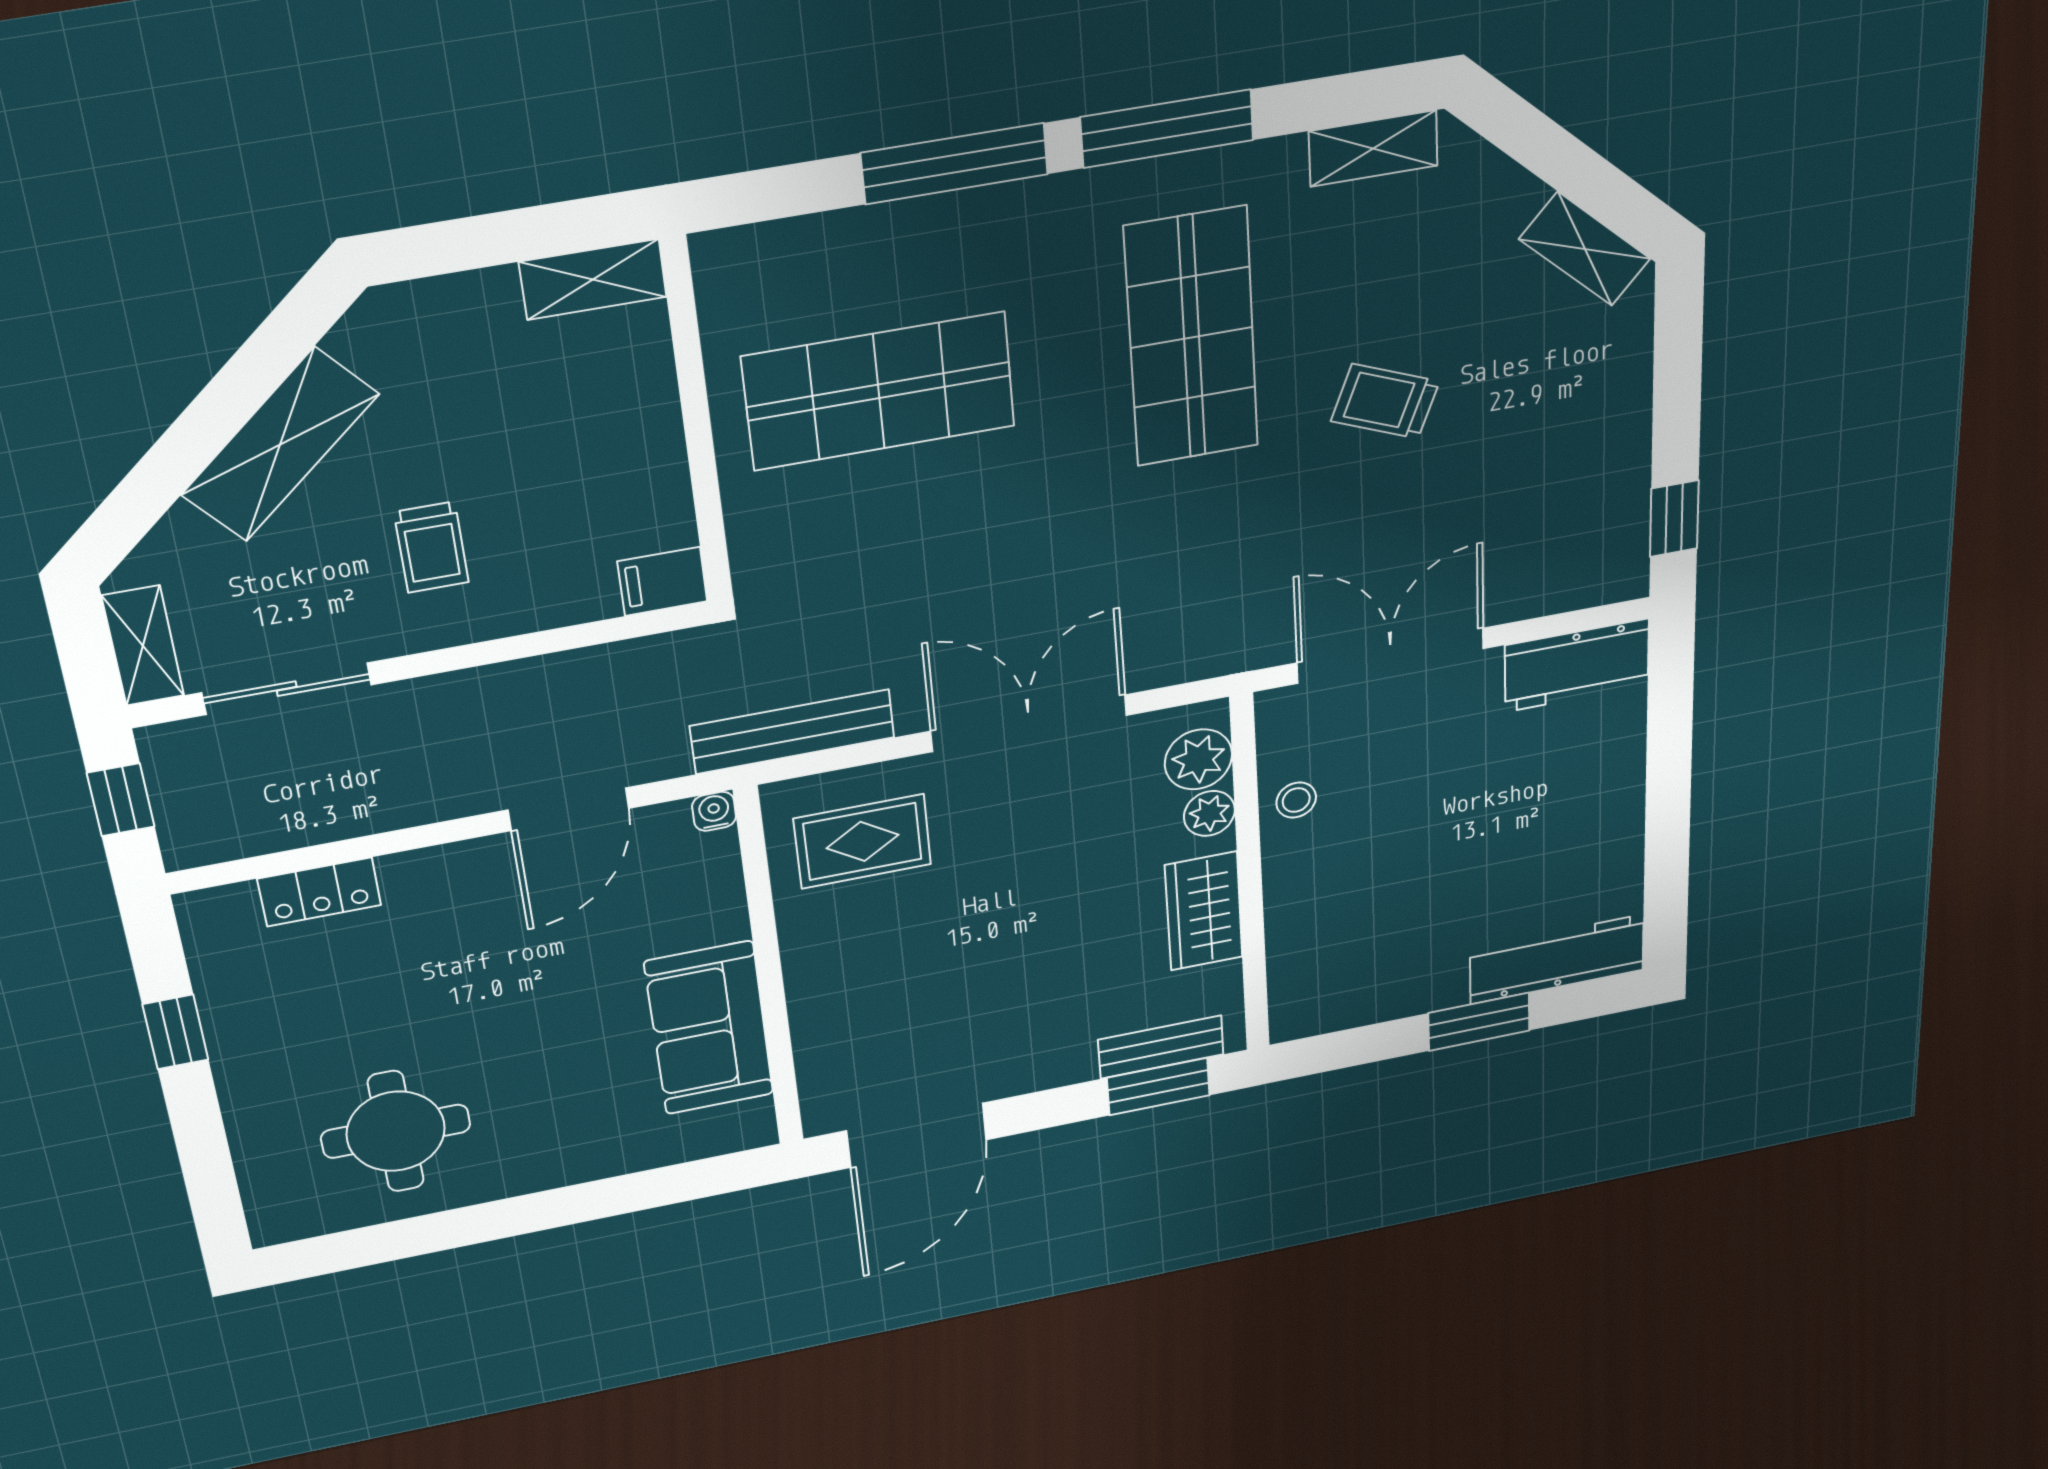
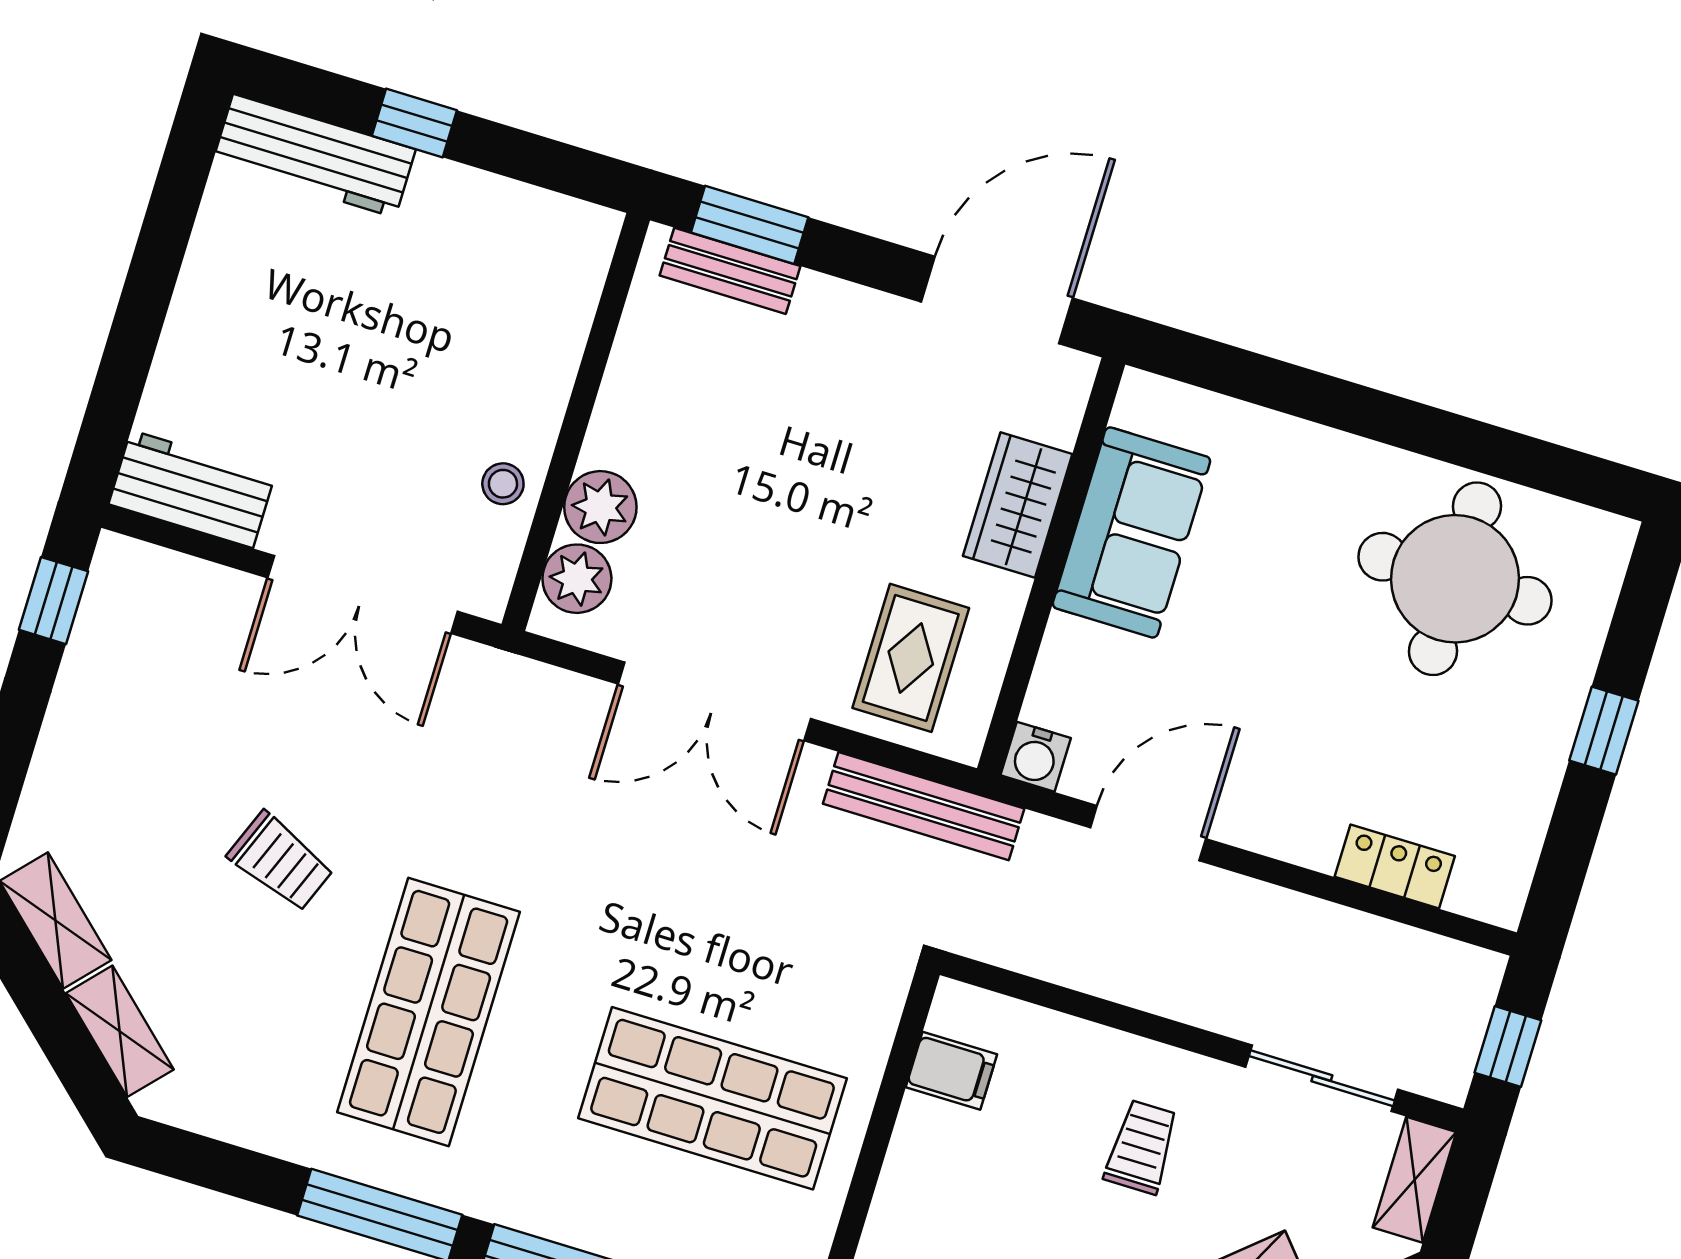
shelving: (1373, 148) -> (120, 1031), moved, turned 43
filing cabinet: (662, 581) -> (951, 1071), moved
water cooler: (714, 811) -> (1036, 757), width x1.38, depth x1.38
plant: (1209, 813) -> (600, 507), width x1.38, depth x1.38
rug: (863, 841) -> (911, 658), turned 90
wardrobe: (1204, 911) -> (1018, 505), moved, turned 180
window: (1479, 1022) -> (414, 123), width x0.67
window: (176, 1032) -> (1604, 731), moved
round table: (396, 1131) -> (1455, 579), width x1.36, depth x1.36

